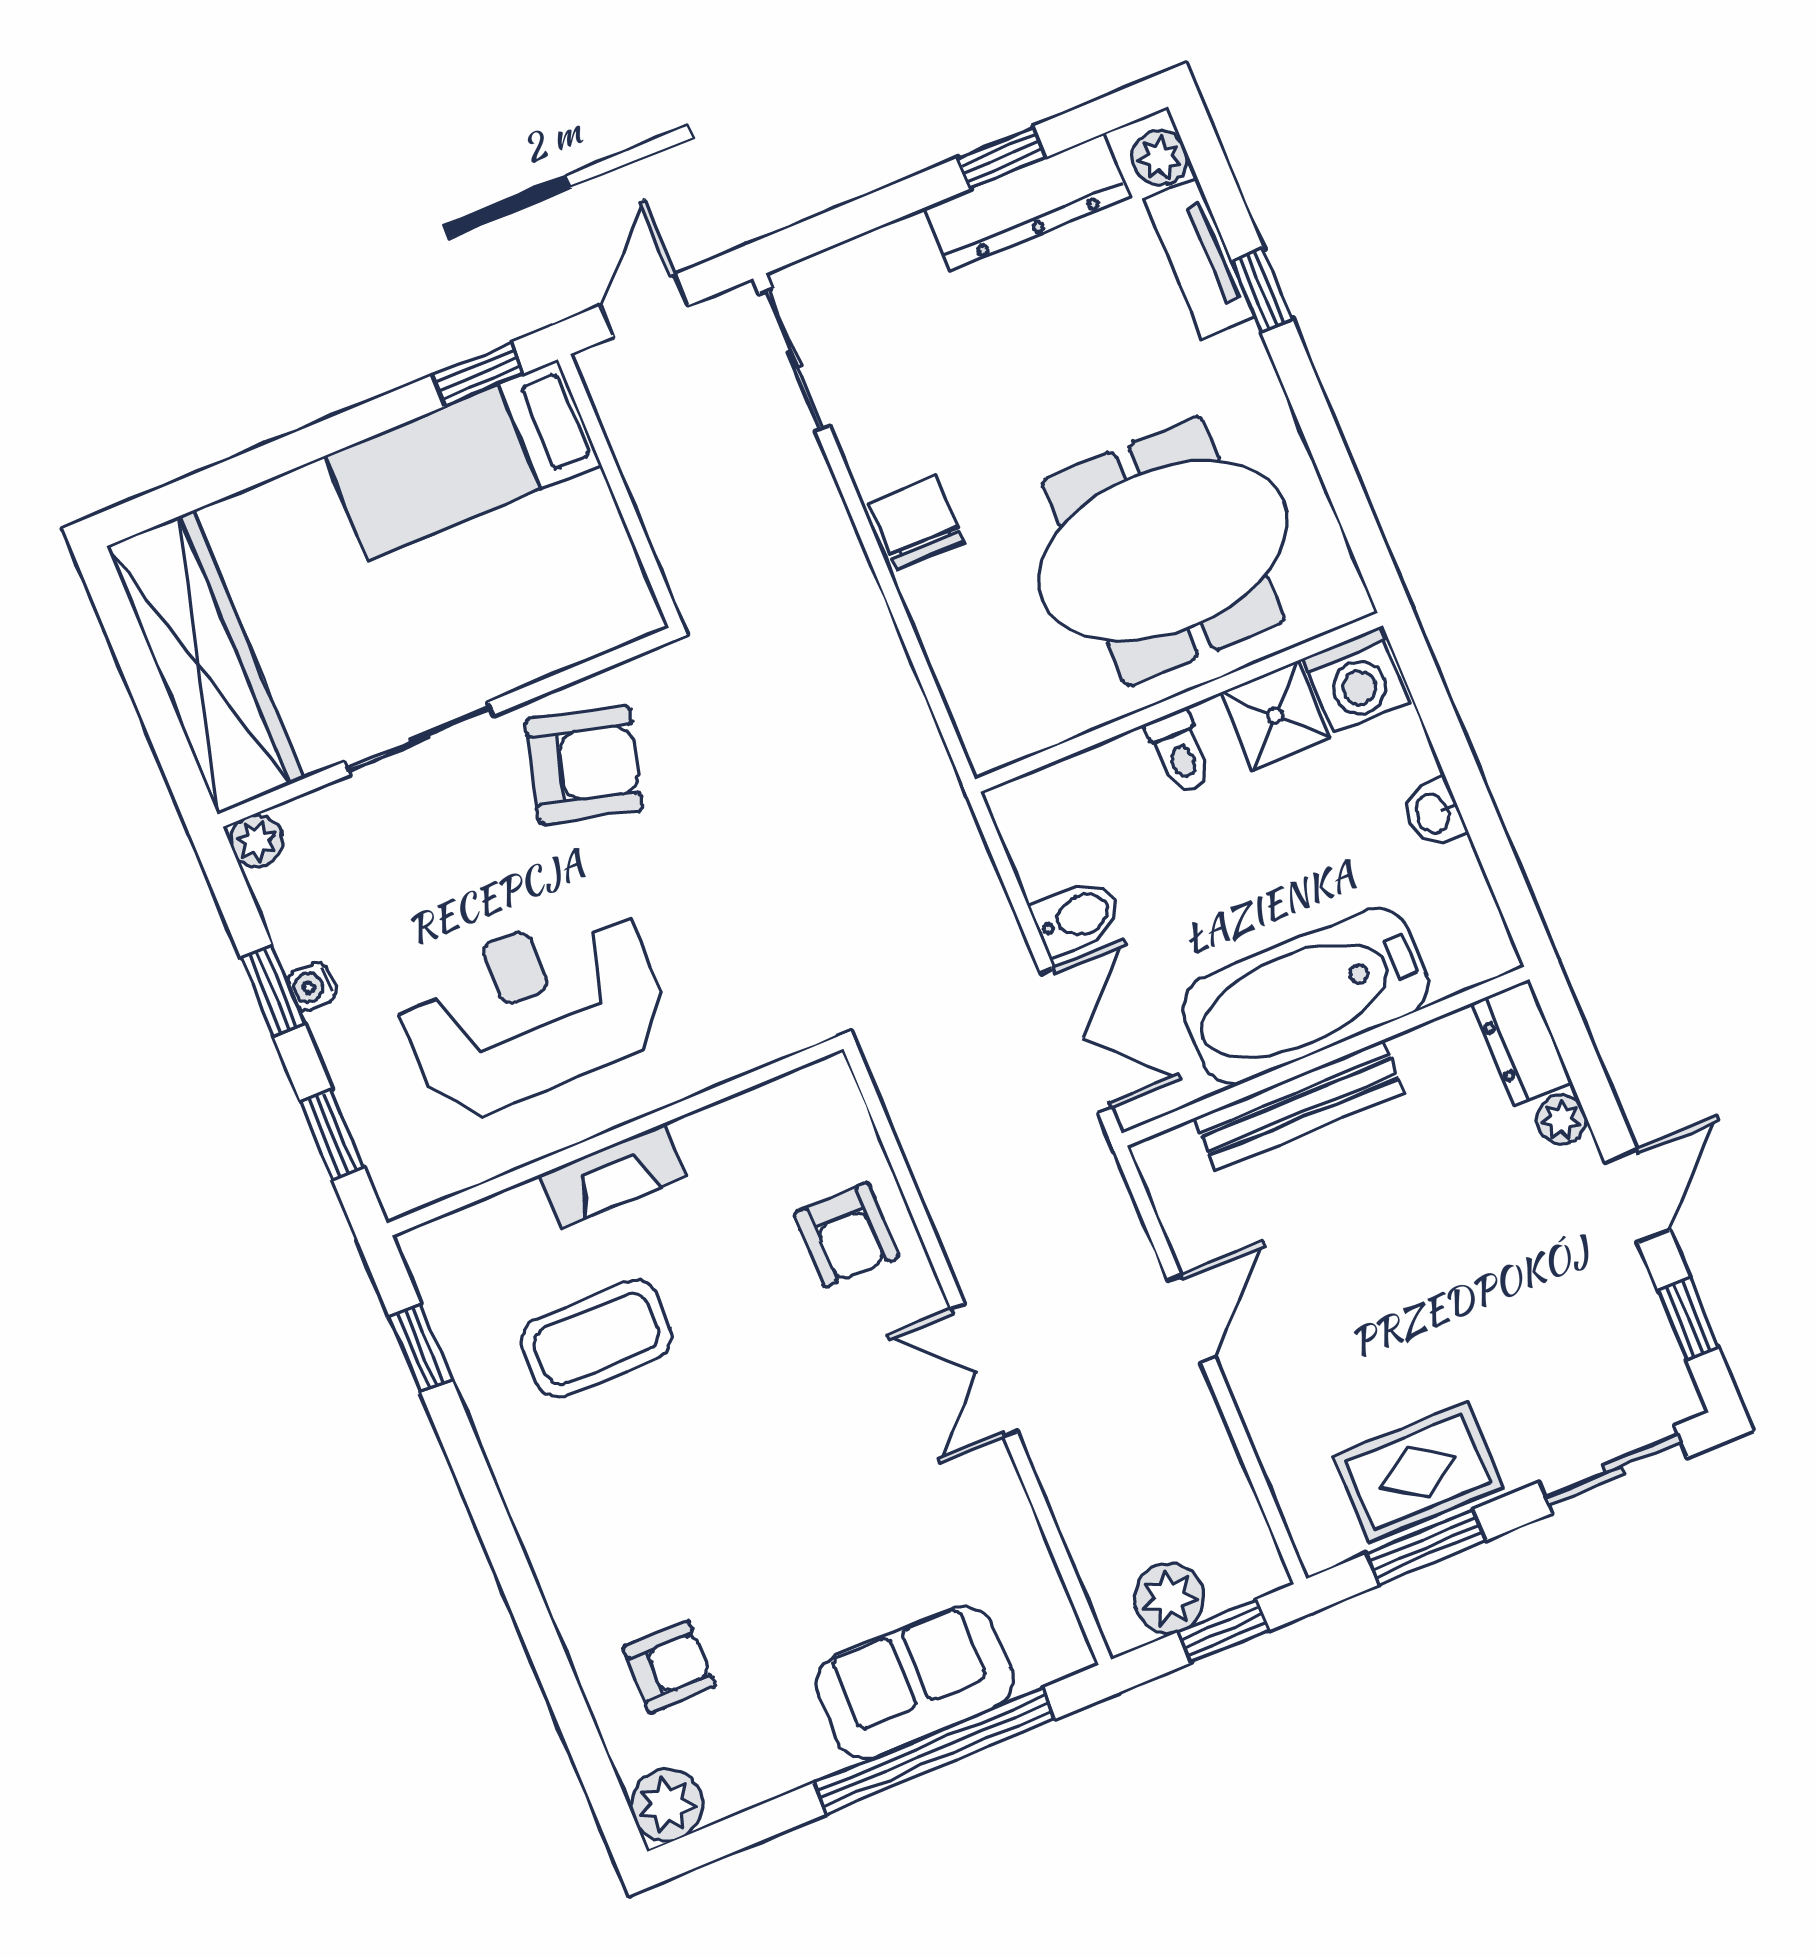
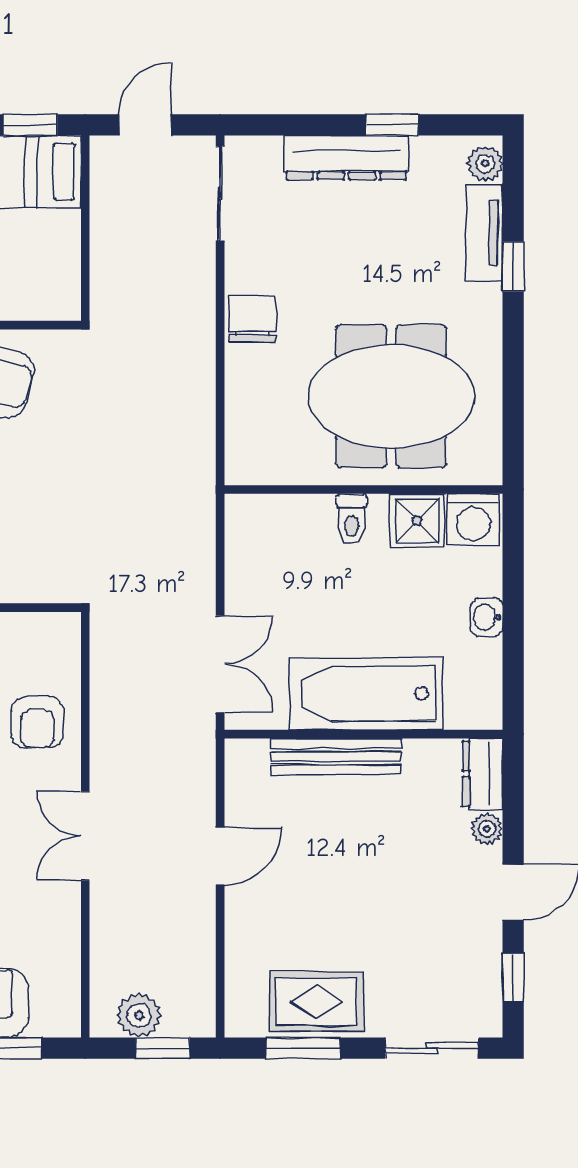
dresser: (1028, 202) -> (346, 158), moved
bidet: (1077, 917) -> (251, 591), removed

